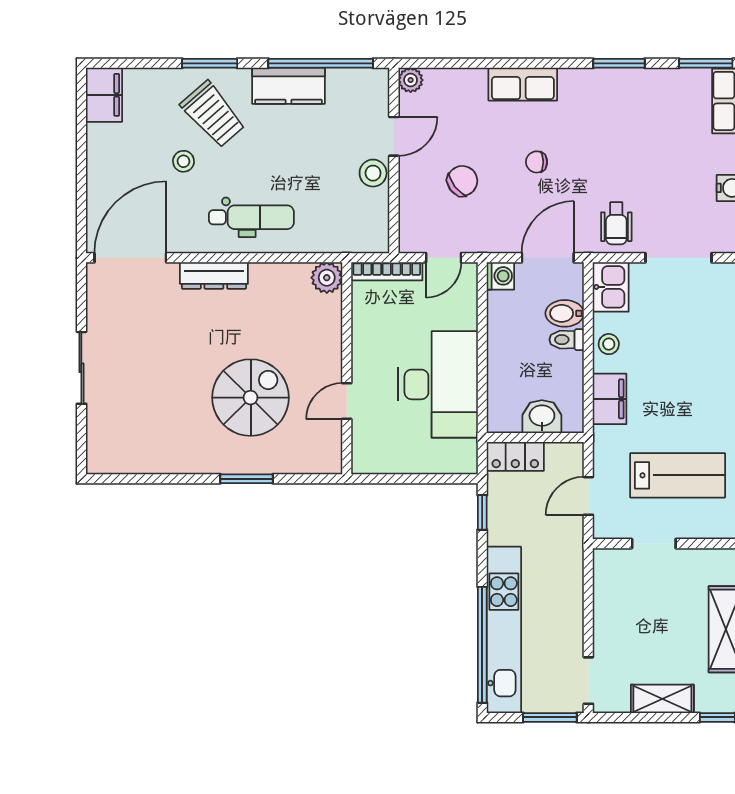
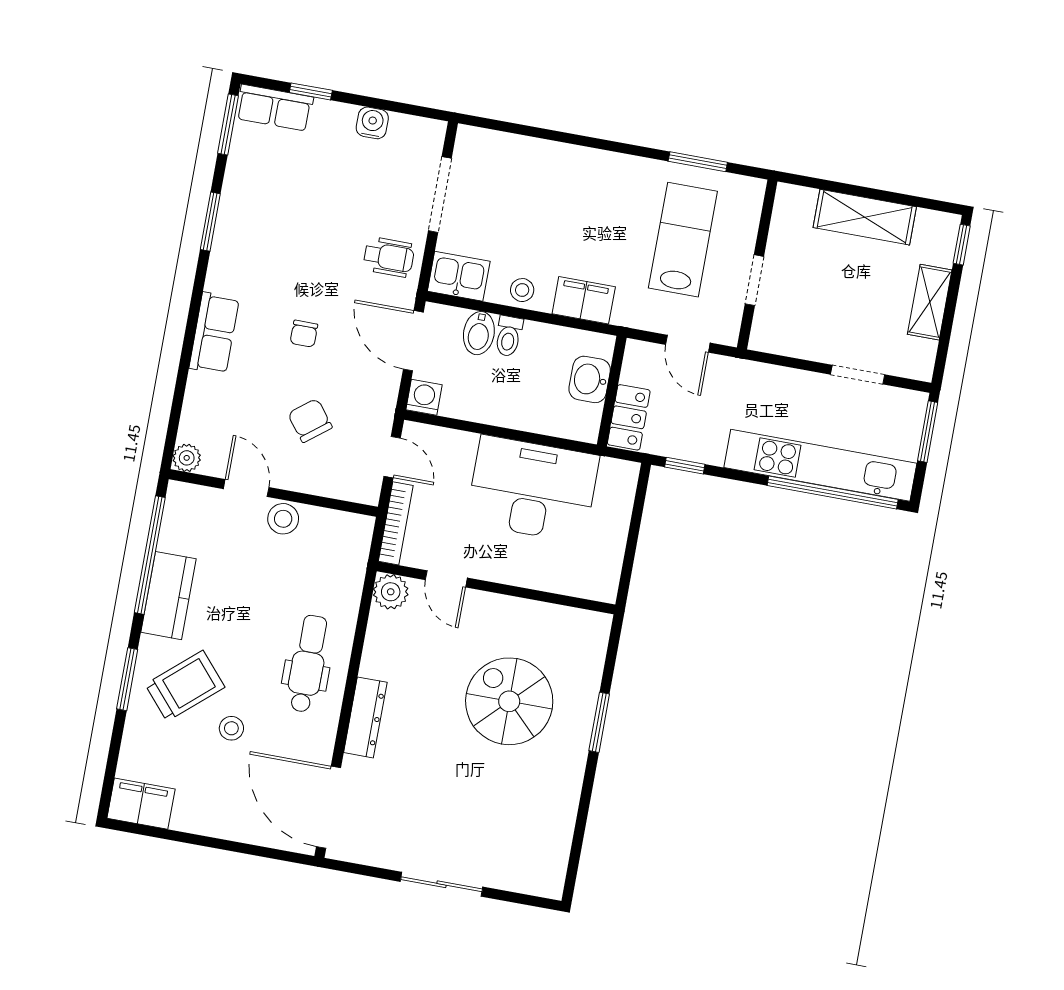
door: (347, 401) -> (446, 579), moved
doorway: (588, 681) -> (858, 375), moved

